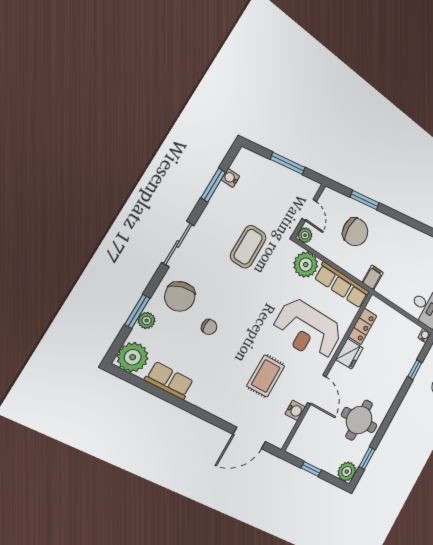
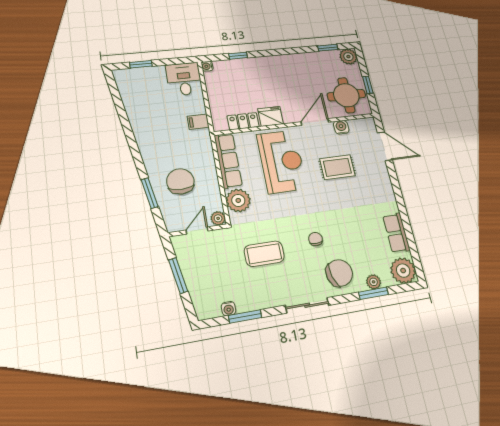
filing cabinet: (373, 278) -> (198, 122), moved
chair: (209, 327) -> (316, 239), moved
round table: (359, 420) -> (346, 95), moved

